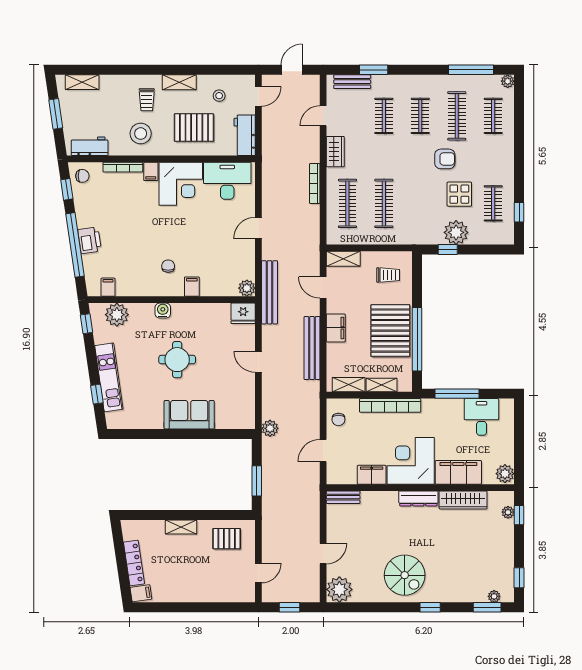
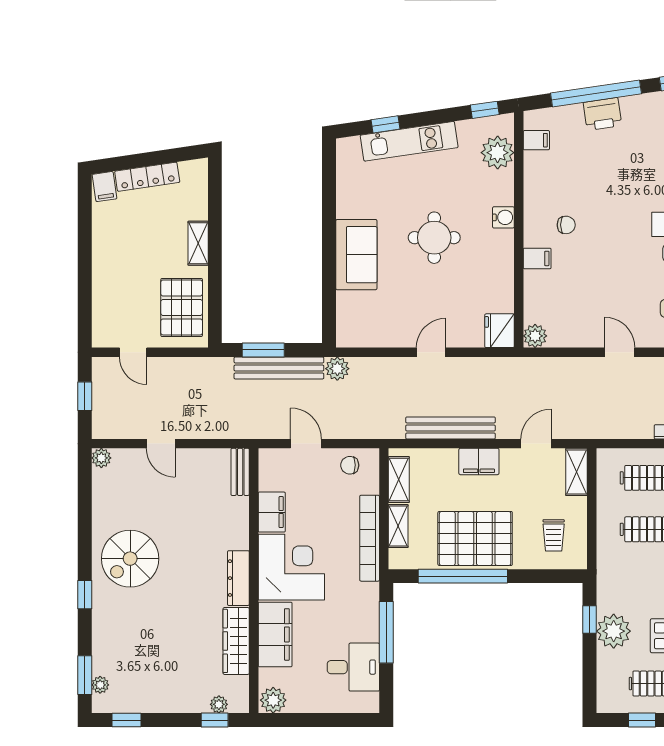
bench: (270, 292) -> (279, 368), moved
pallet: (227, 539) -> (182, 307), width x1.50, depth x1.42
plant: (339, 589) -> (101, 458), width x0.53, depth x0.53

